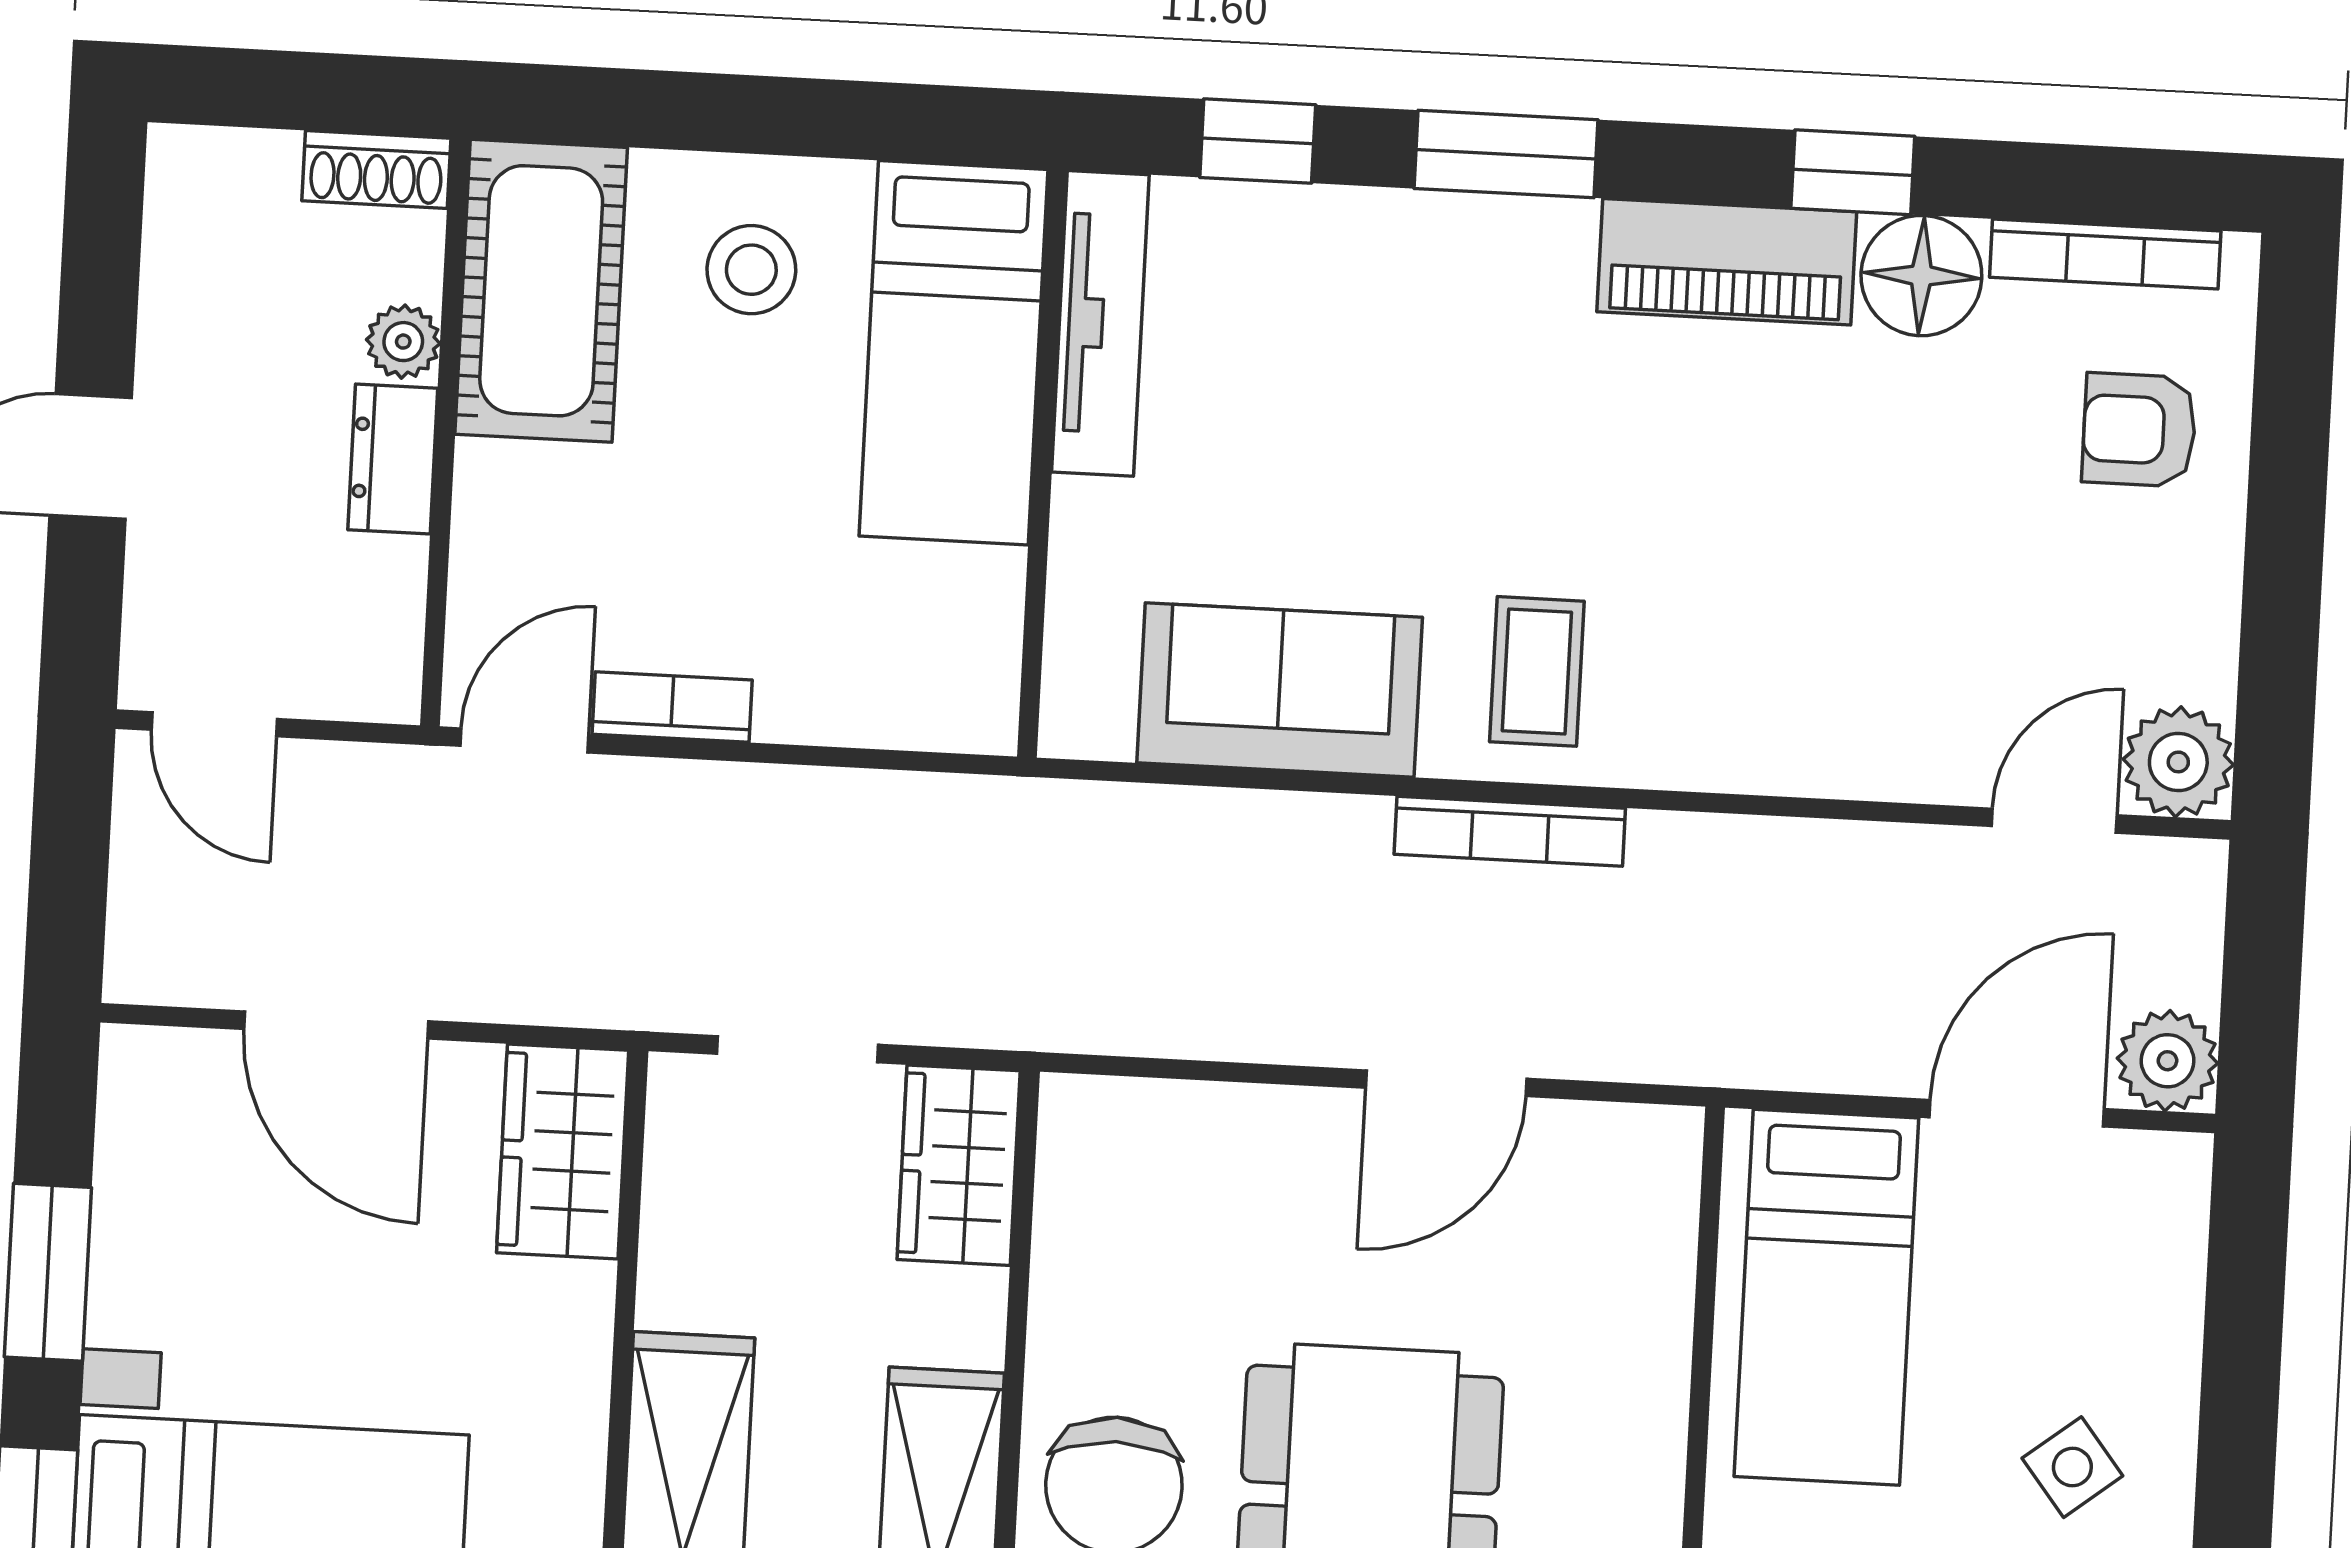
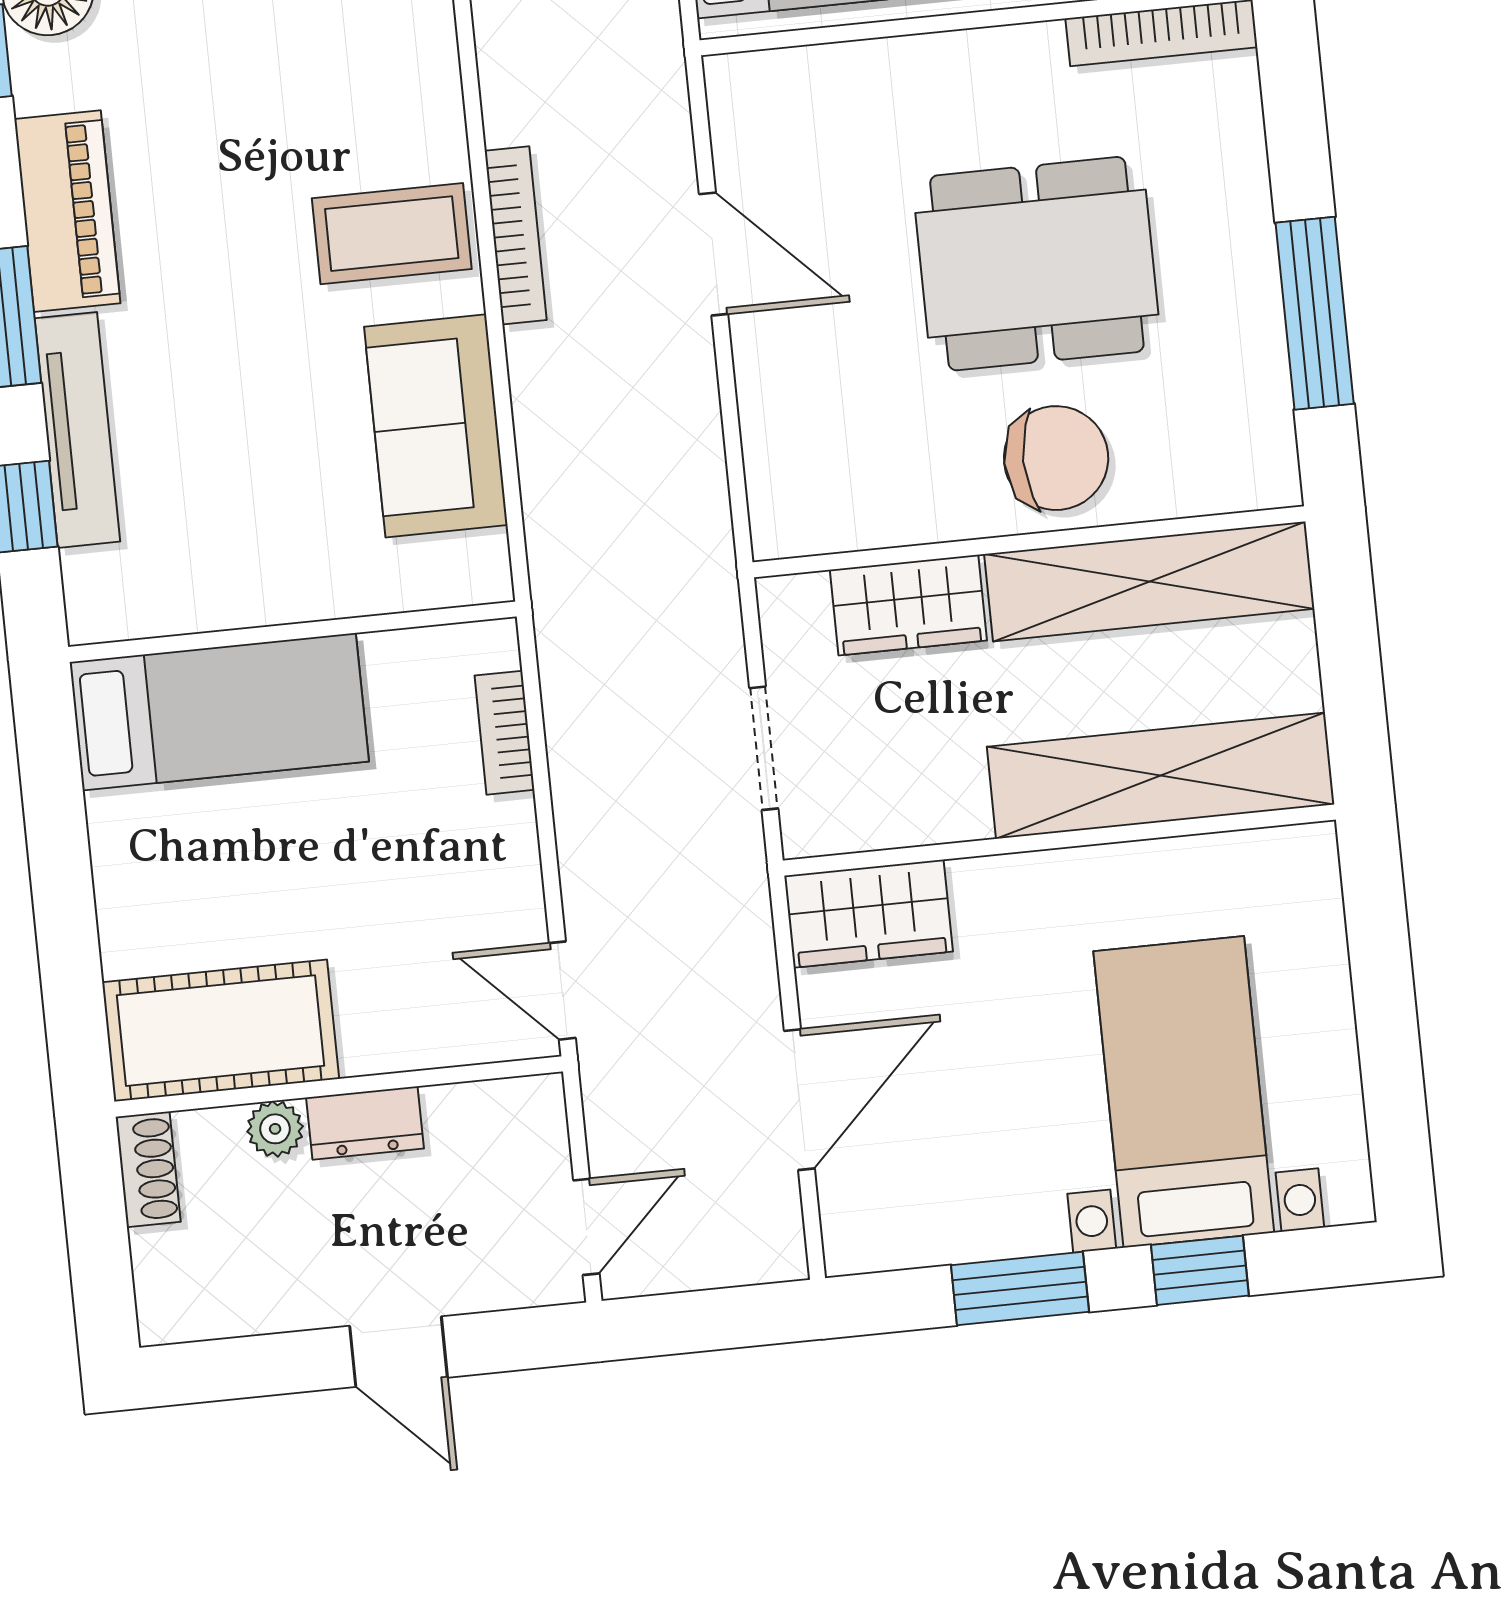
piano: (1727, 262) -> (67, 211), moved
stool: (751, 270) -> (180, 874), removed
tv unit: (1100, 323) -> (77, 430), moved, turned 90
coffee table: (1537, 671) -> (392, 234), width x1.36, depth x1.30
bookcase: (672, 707) -> (505, 733), moved
wardrobe: (959, 1165) -> (908, 605), moved

